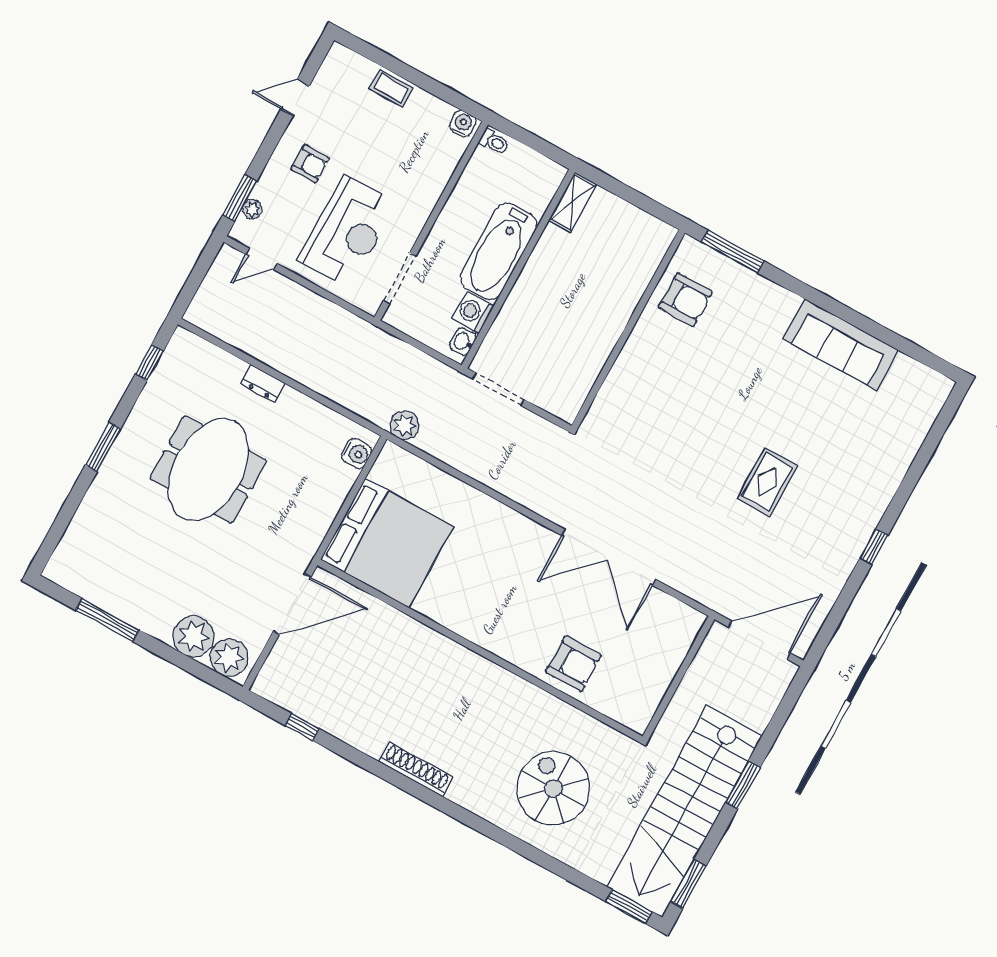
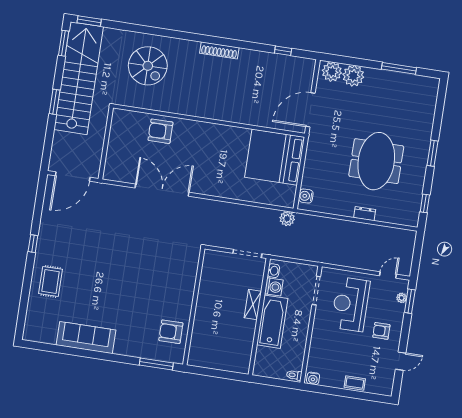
shelving: (573, 202) -> (253, 304), moved
rug: (767, 482) -> (50, 281), moved

